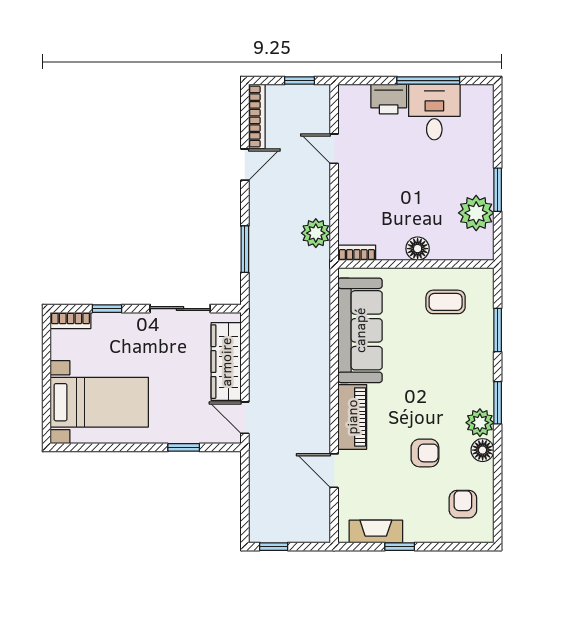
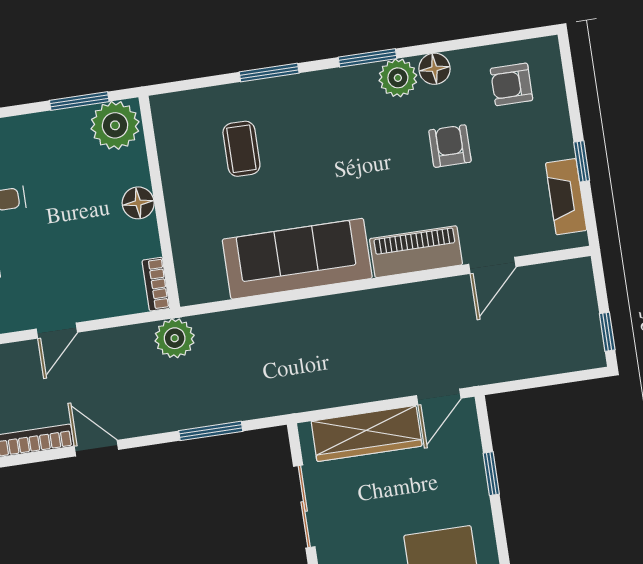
floor lamp: (418, 249) -> (138, 203), moved
bookcase: (357, 253) -> (156, 284), moved
wall: (416, 264) -> (159, 202), moved

